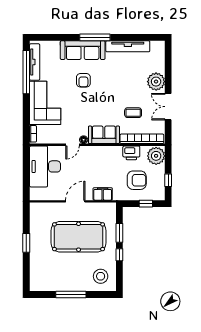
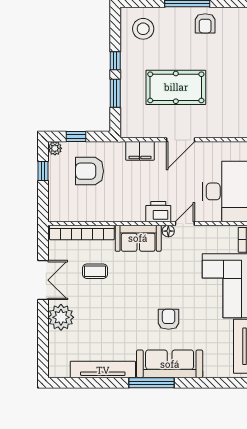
printer: (131, 153) -> (158, 212), moved
plant: (156, 156) -> (55, 148), moved, width x0.53, depth x0.53
pool table: (79, 237) -> (176, 87), width x0.73, depth x0.76
armchair: (59, 280) -> (205, 23), added

